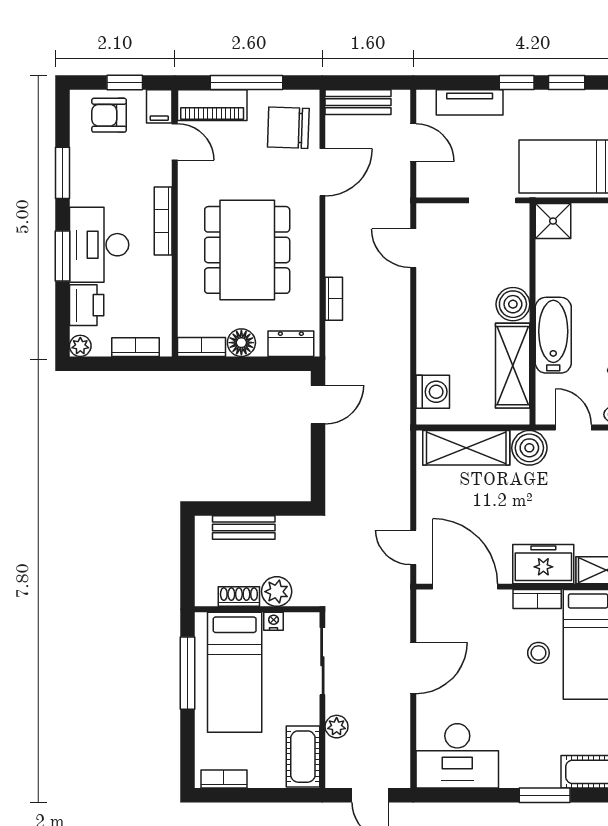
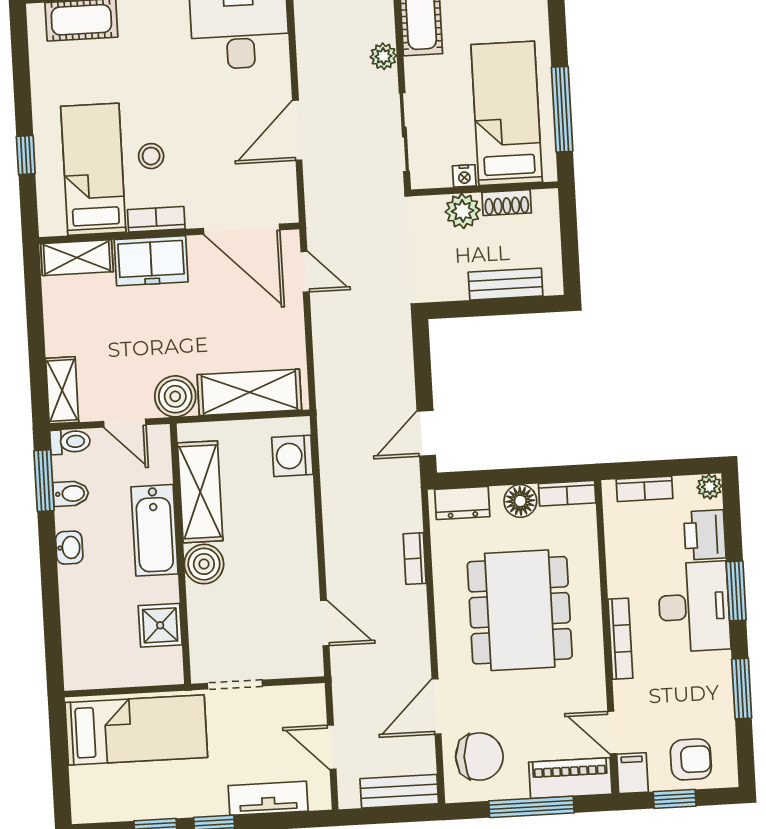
shower: (553, 221) -> (160, 625), moved

